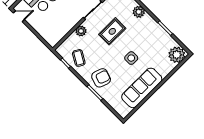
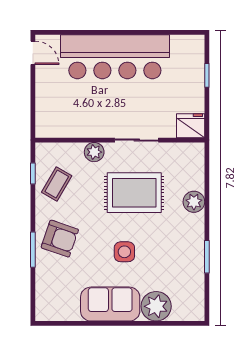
rug: (112, 31) -> (134, 193), width x1.36, depth x1.43
plant: (177, 55) -> (156, 306), moved
sofa: (142, 88) -> (110, 304), width x0.73

